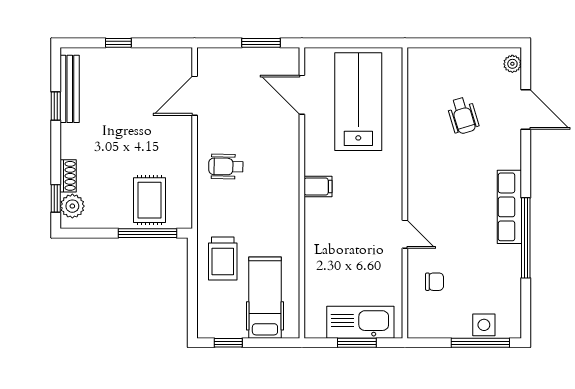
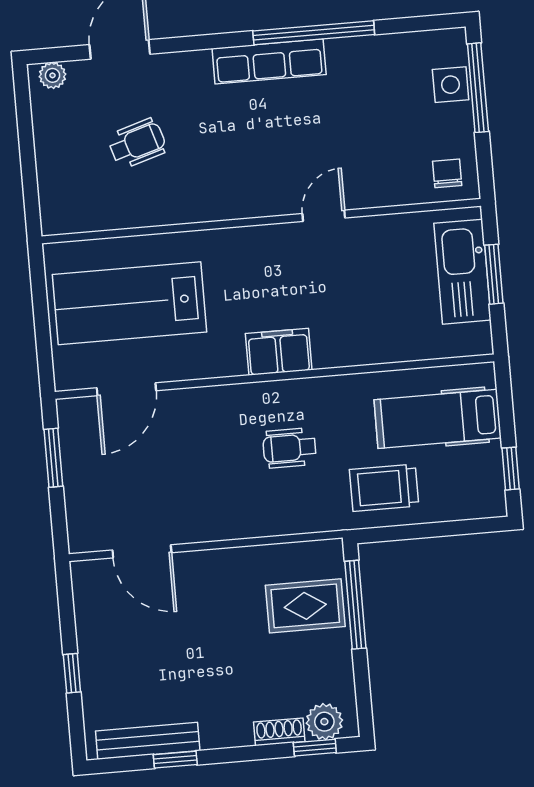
wheelchair: (226, 167) -> (290, 448), moved, turned 89
filing cabinet: (318, 186) -> (279, 352), width x2.00
trolley: (223, 258) -> (384, 488), turned 180
chair: (435, 282) -> (447, 173), moved

